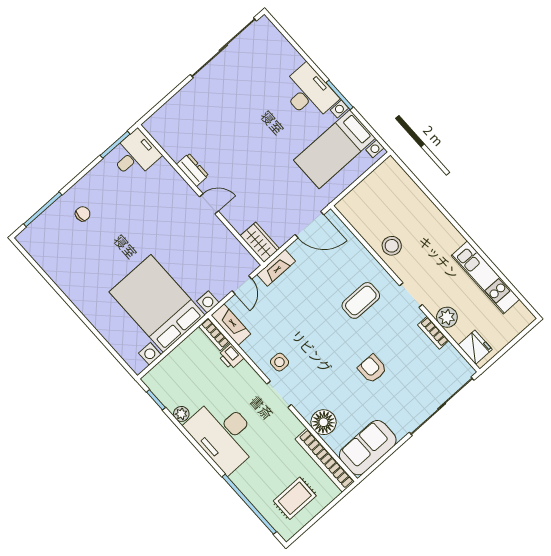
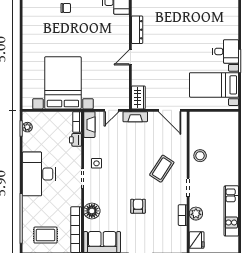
desk: (309, 93) -> (226, 51), width x0.73
dresser: (192, 170) -> (137, 30), width x1.44
door: (209, 204) -> (130, 57), swing flipped
coffee table: (361, 300) -> (162, 169), turned -57
plant: (181, 414) -> (27, 127), moved

